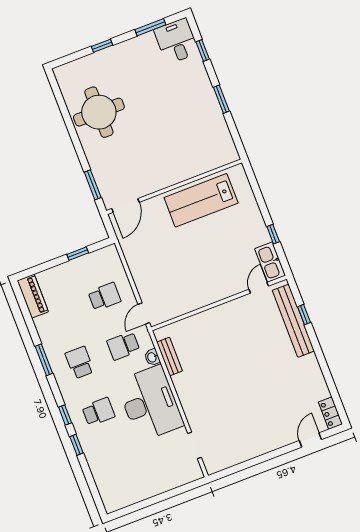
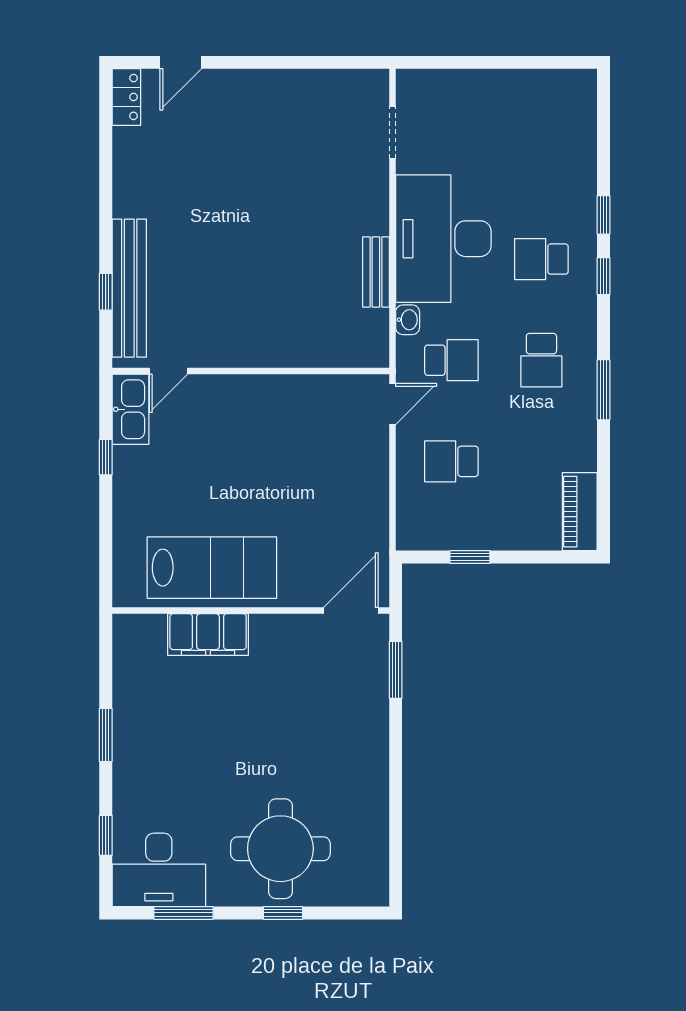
desk: (177, 41) -> (159, 870), width x1.37
round table: (99, 112) -> (280, 849), moved
filing cabinet: (190, 167) -> (208, 635), added
bench: (170, 357) -> (376, 272), moved

